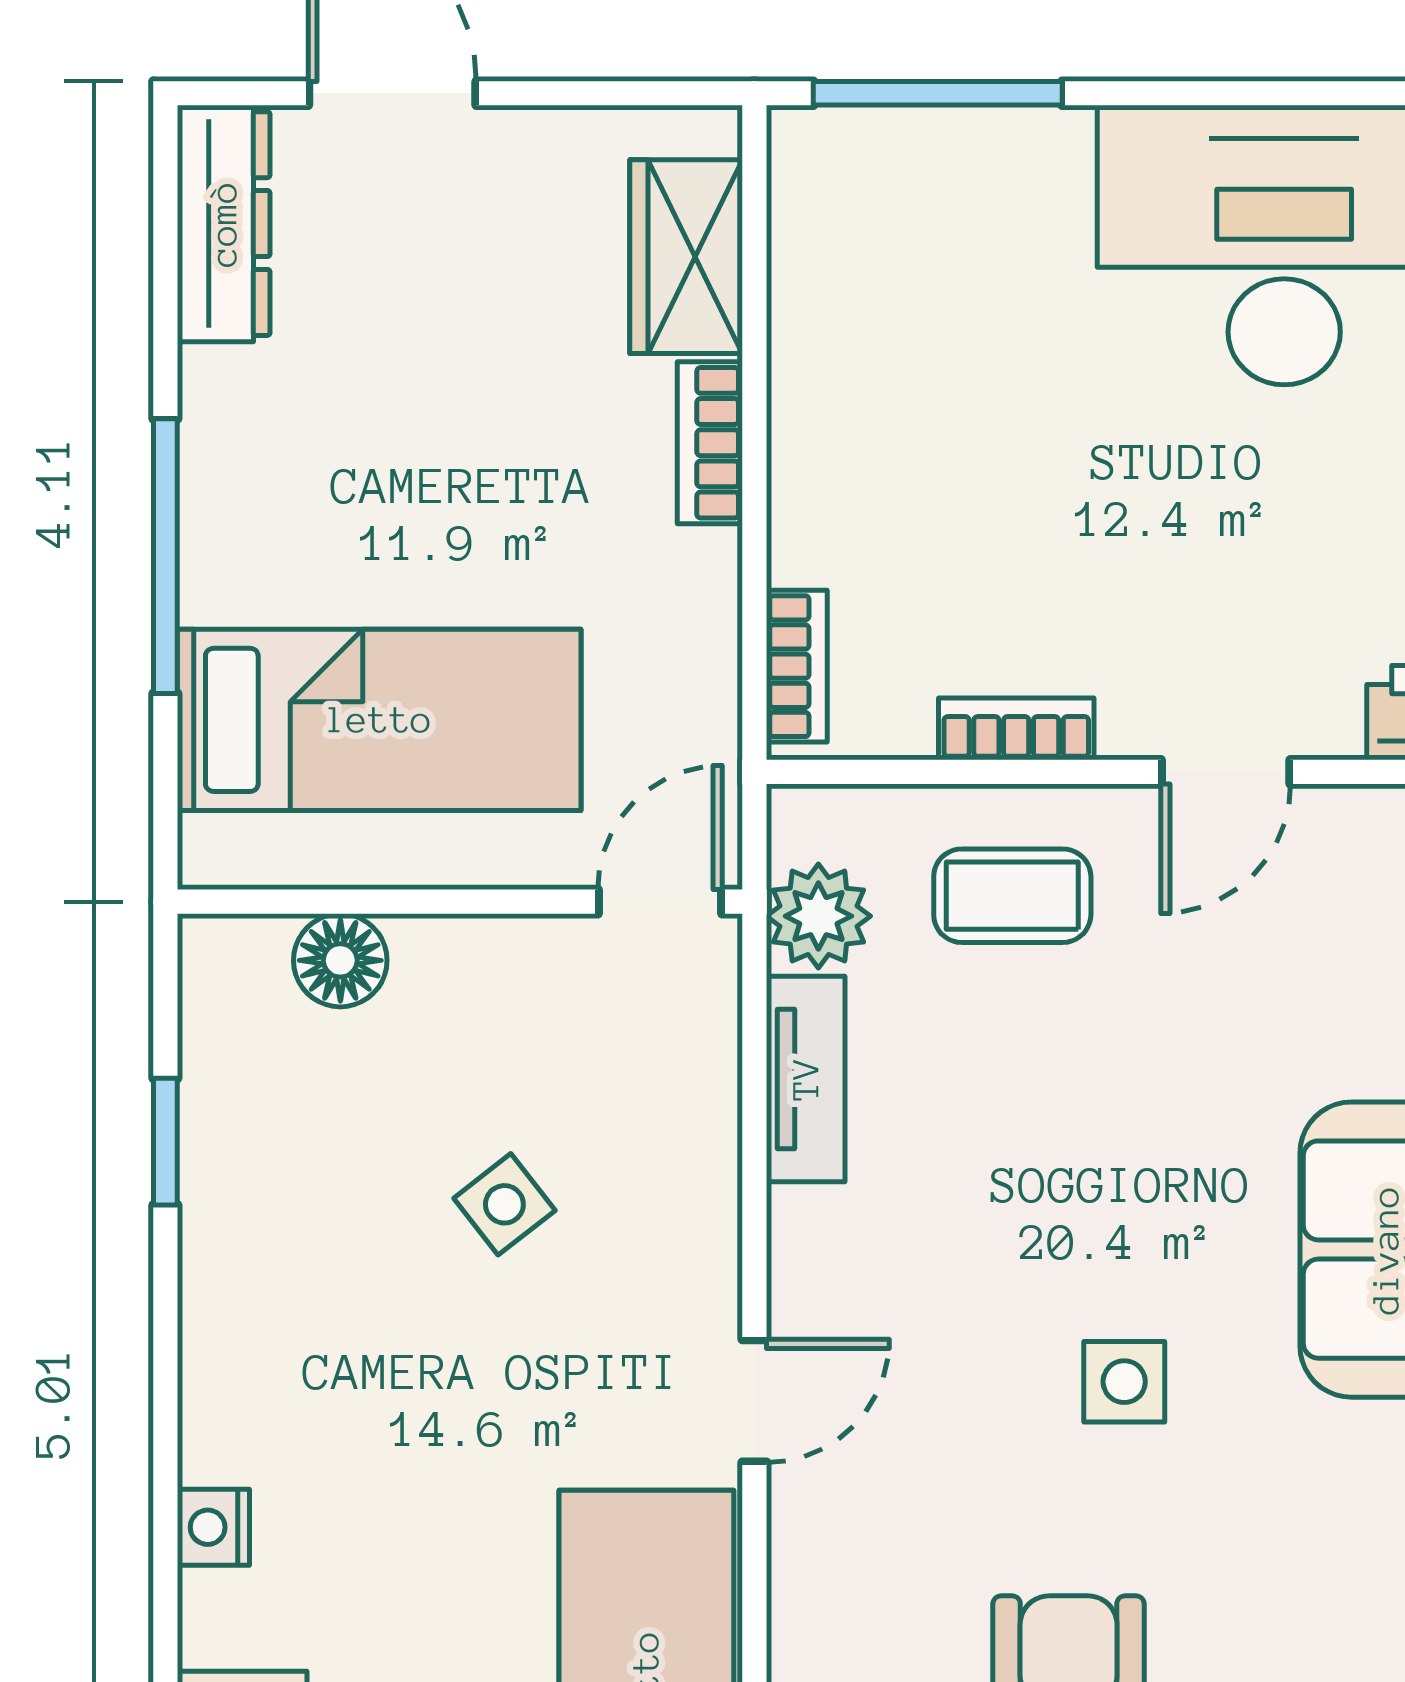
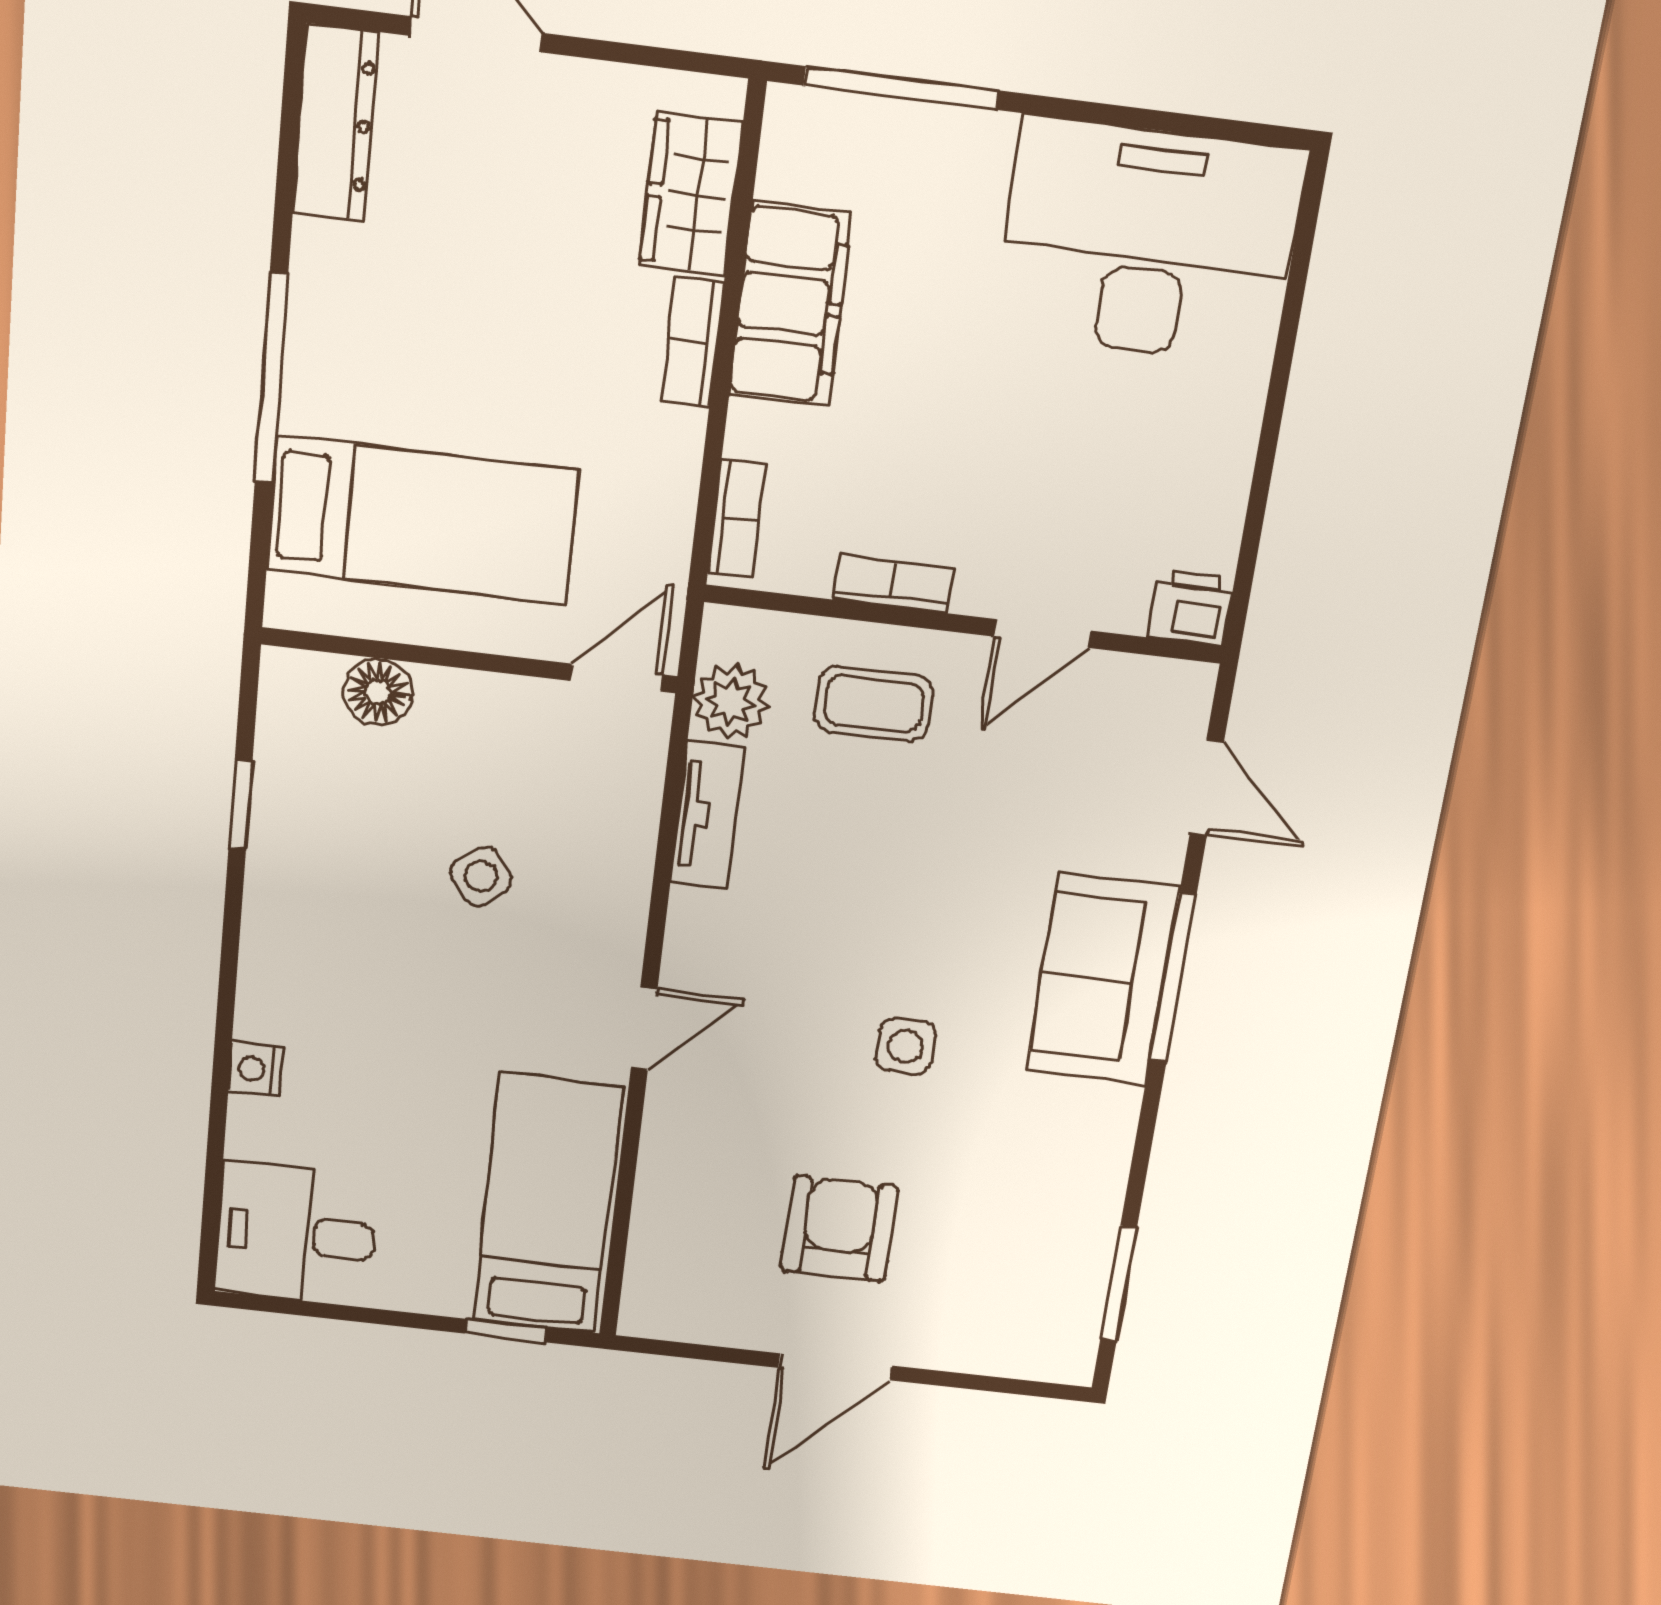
filing cabinet: (832, 380) -> (790, 305), added

